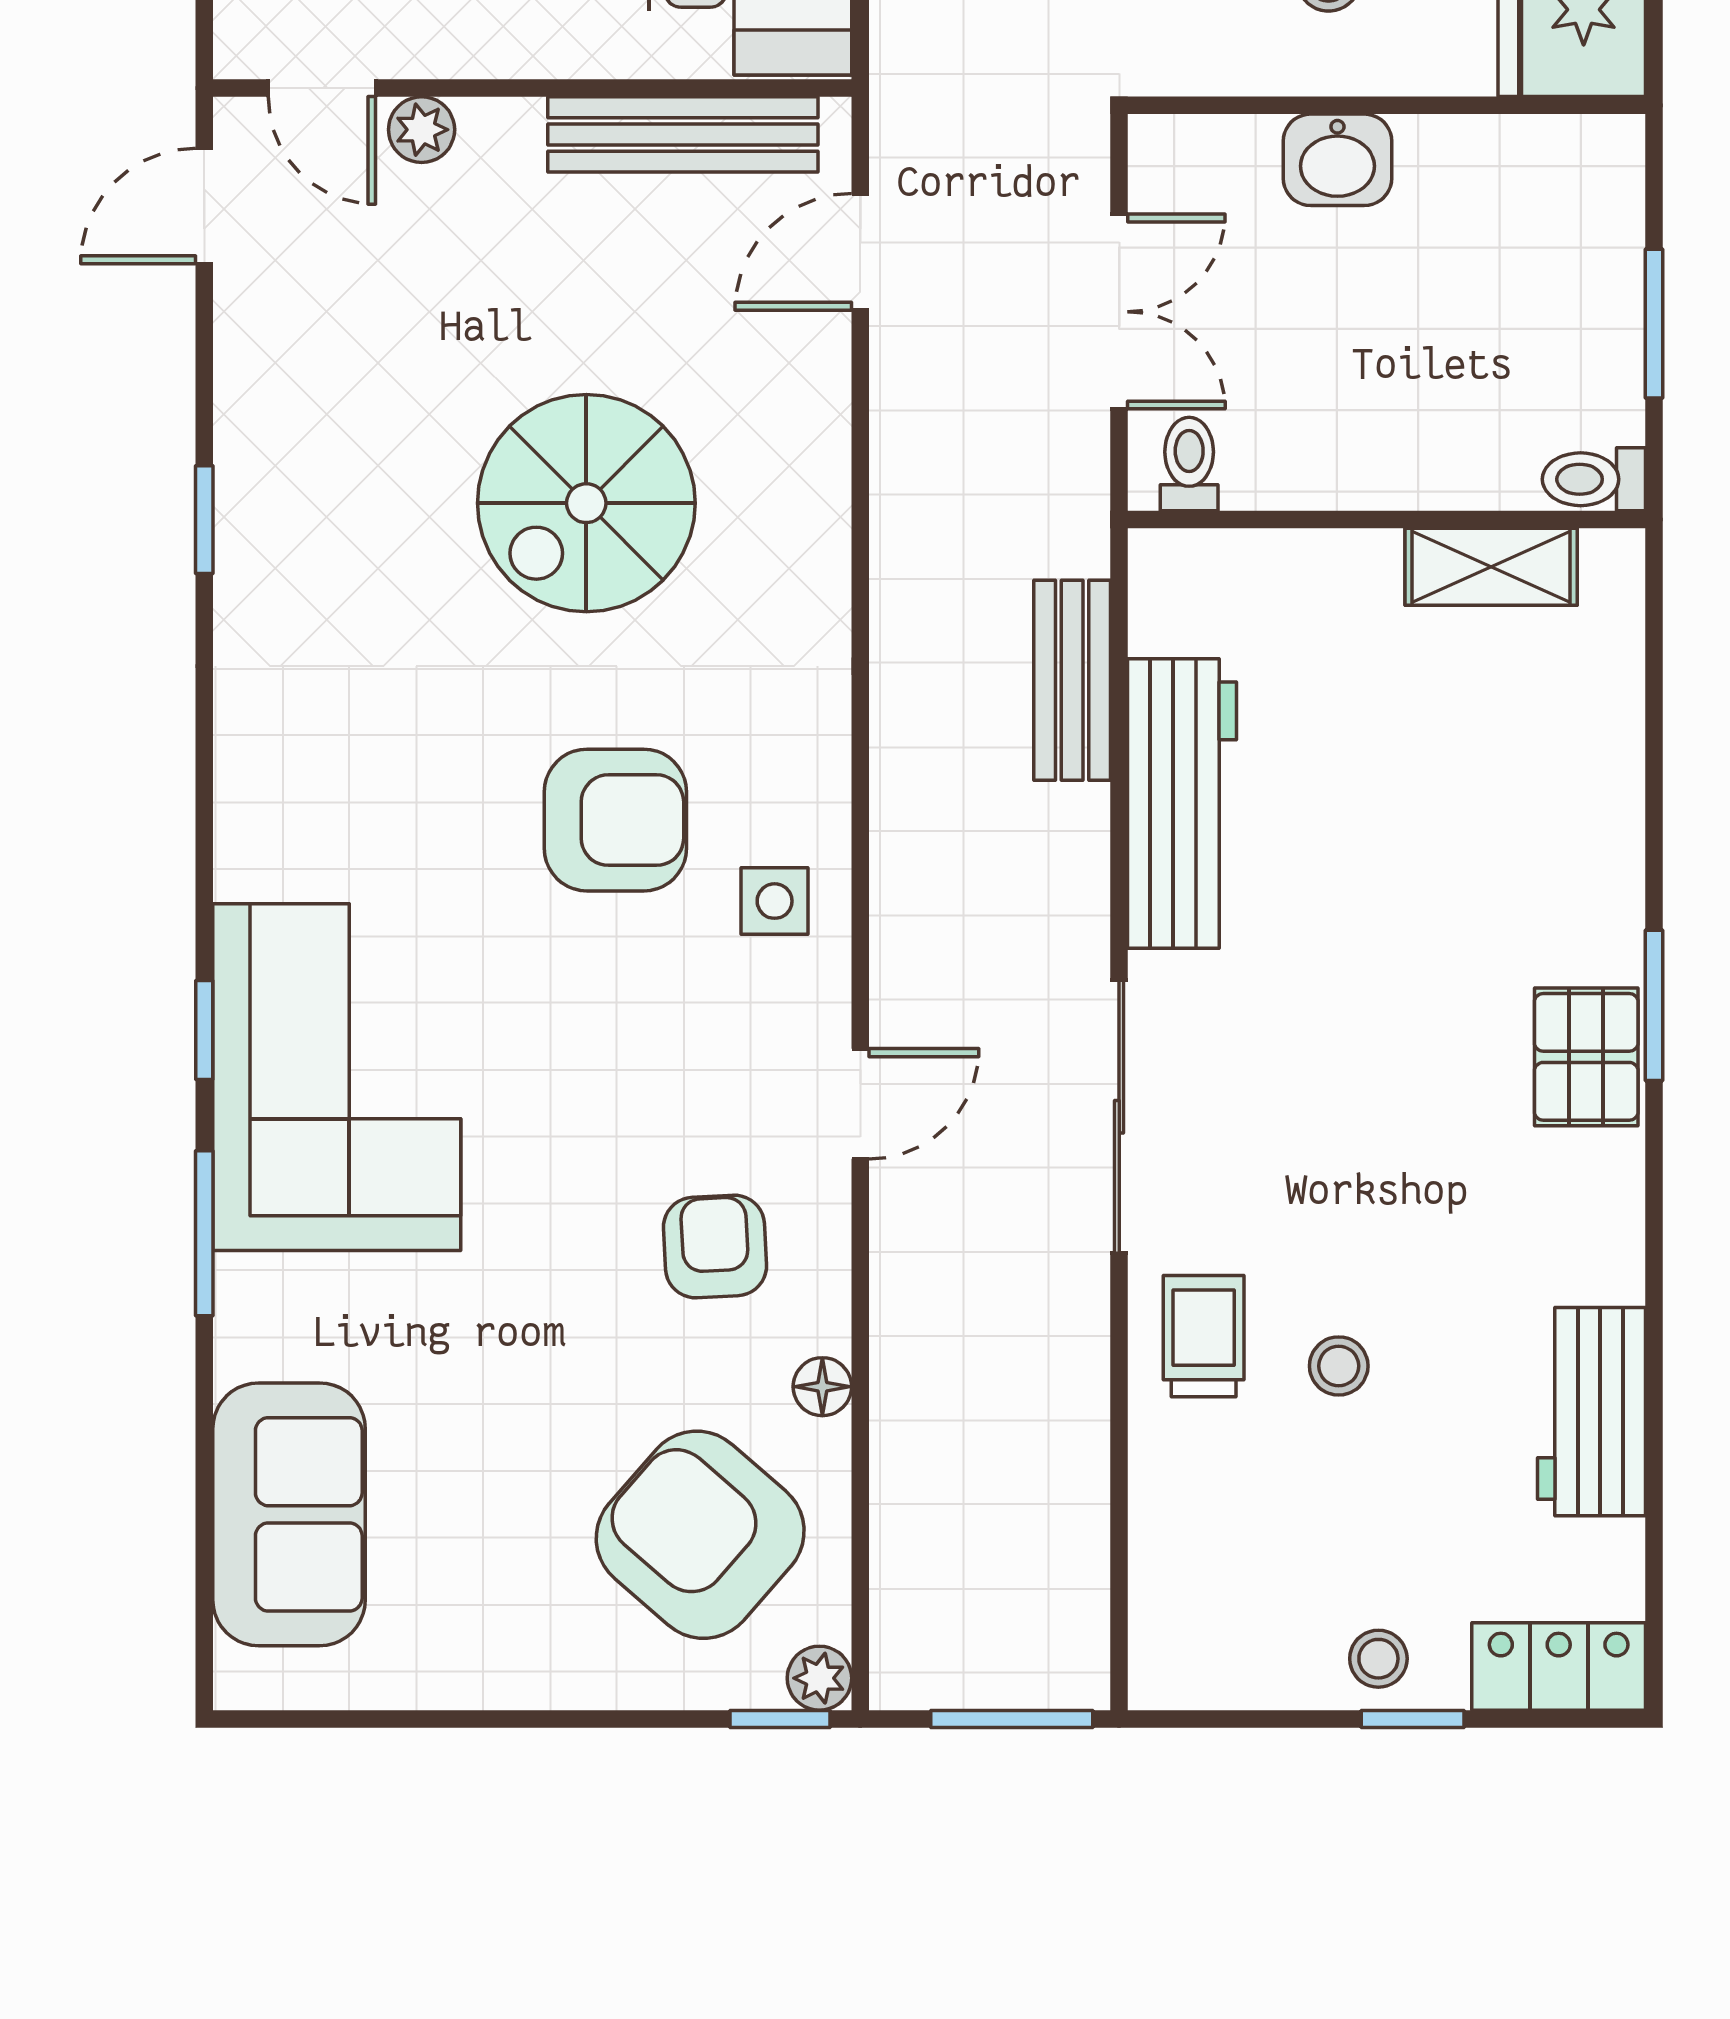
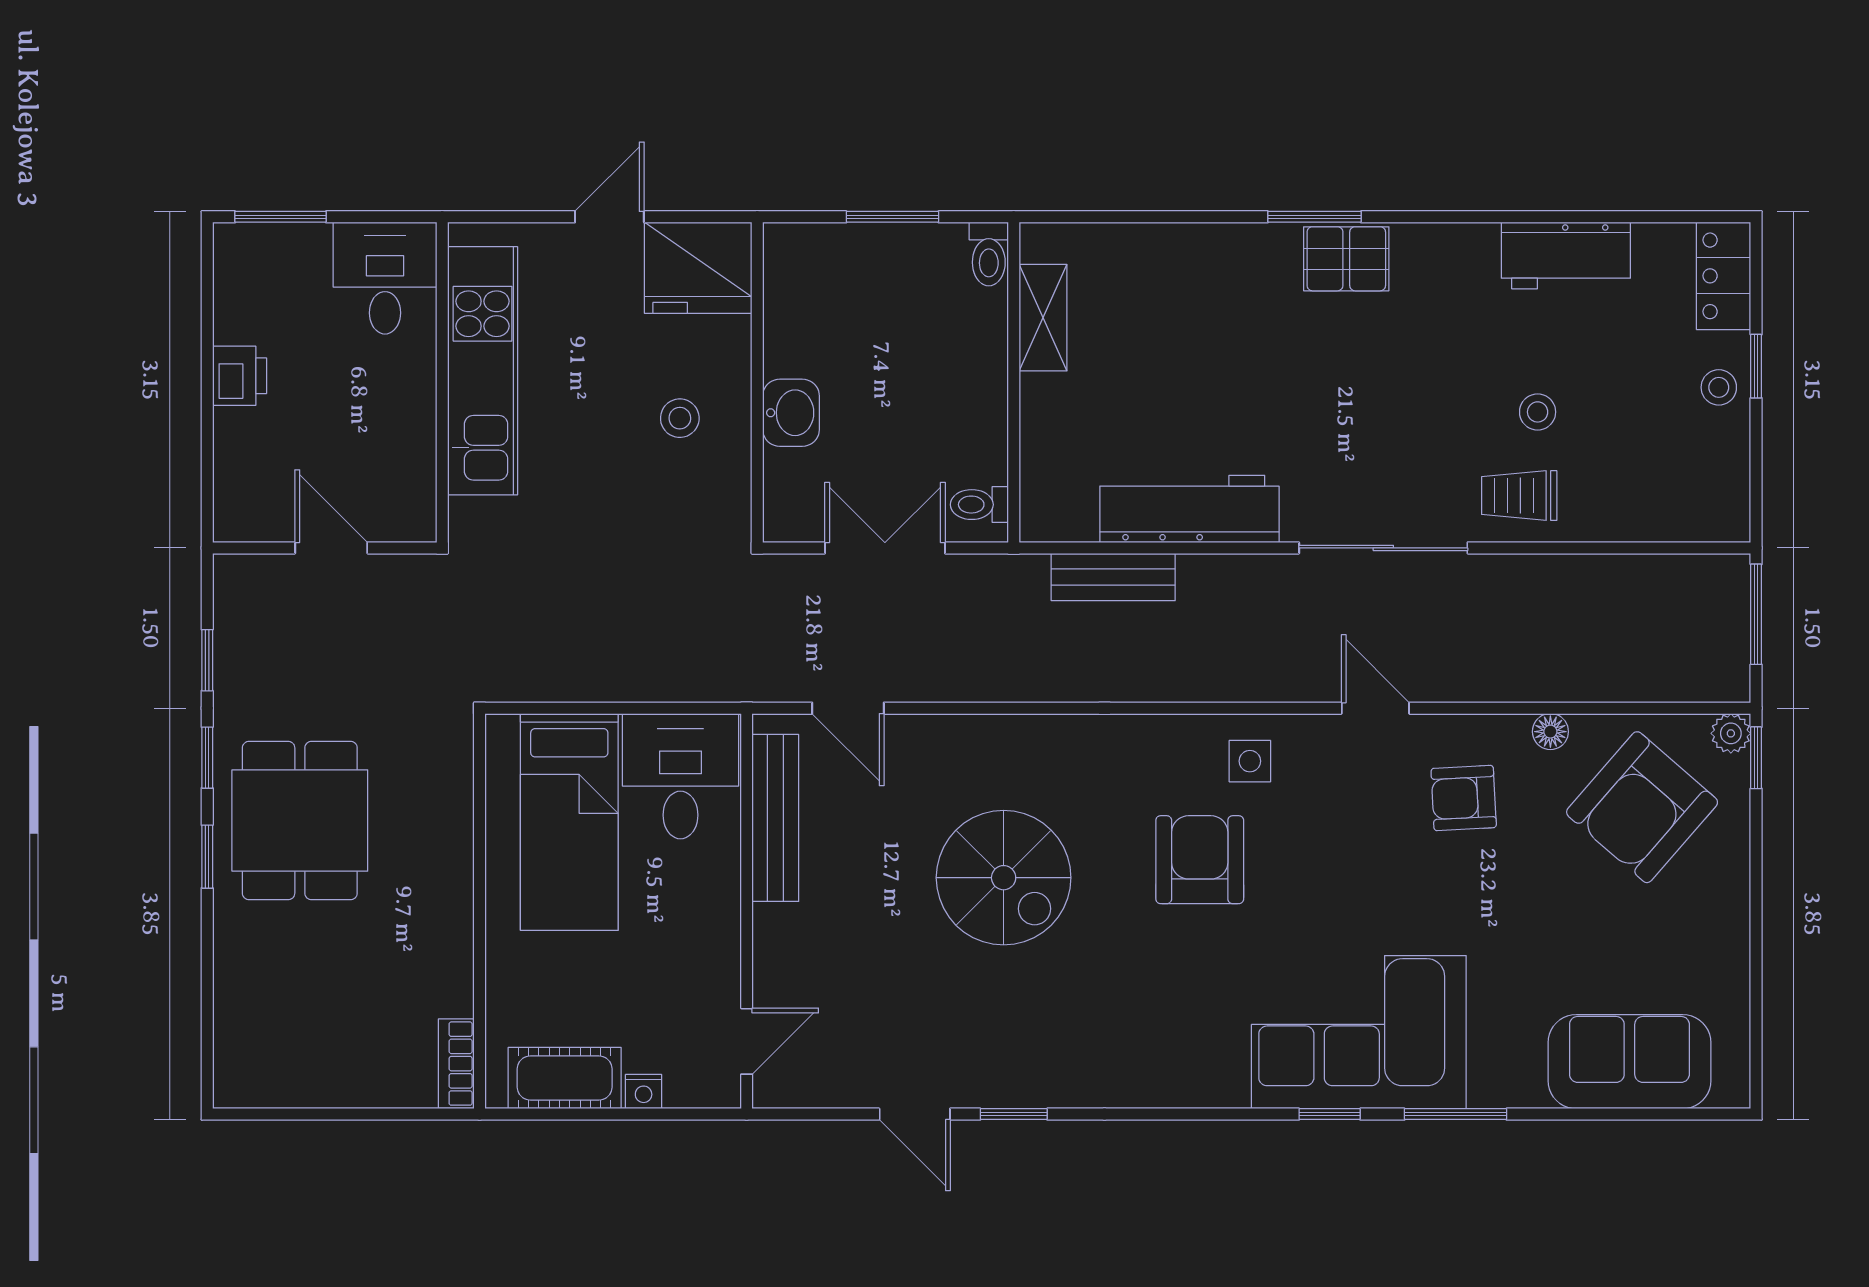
plant: (422, 130) -> (772, 980), removed
door: (204, 206) -> (915, 1114), moved

